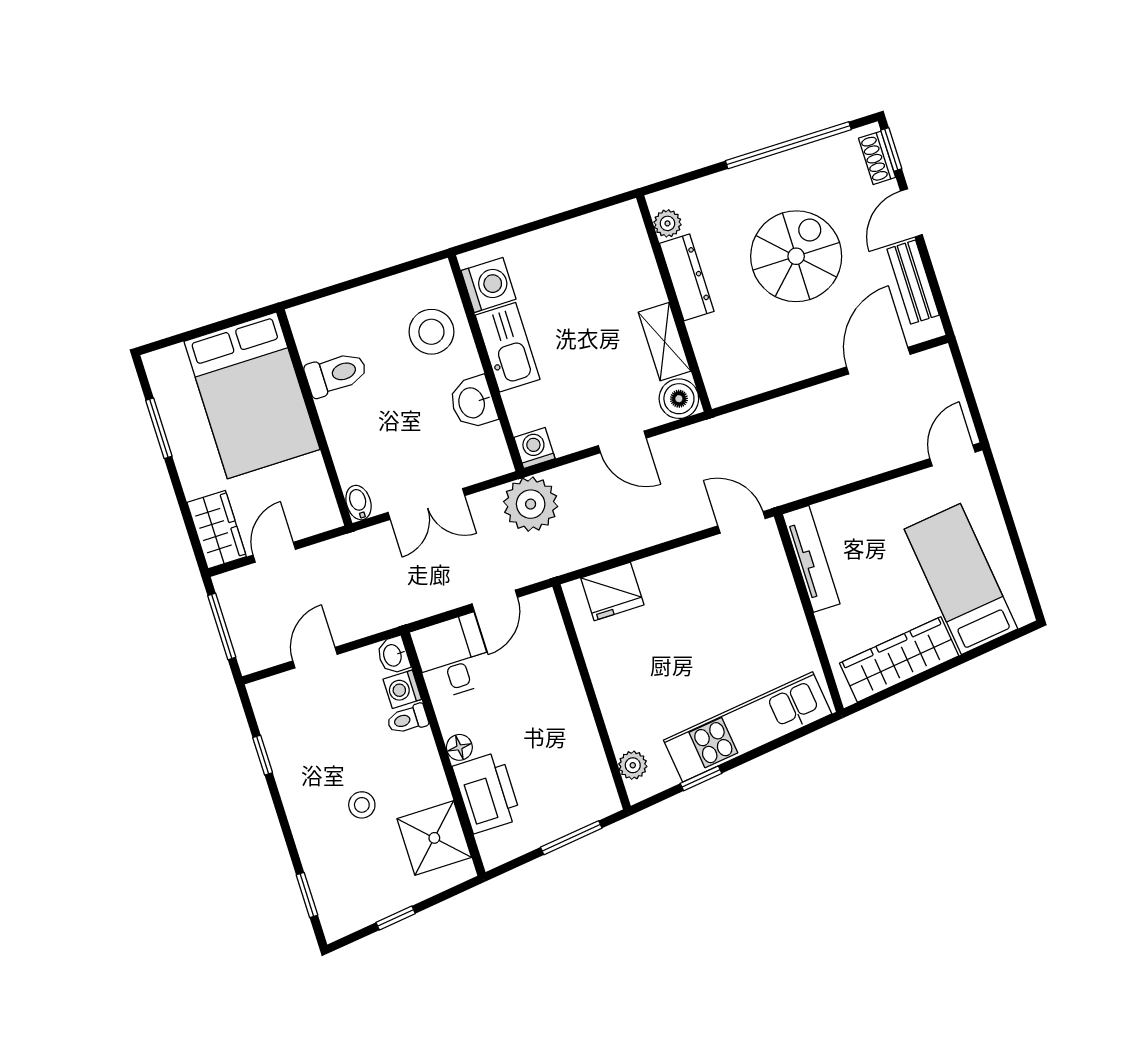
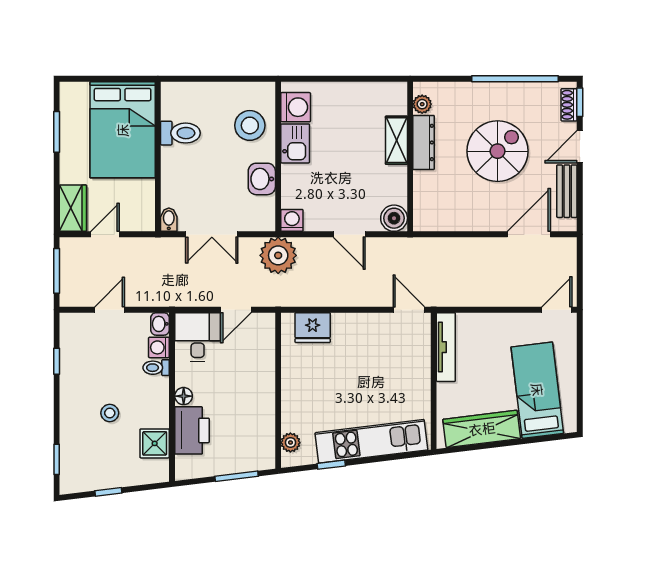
shelving: (665, 342) -> (396, 140), moved
kitchen sink: (508, 347) -> (295, 143), width x0.73
shower: (434, 838) -> (155, 443), width x0.73, depth x0.73

